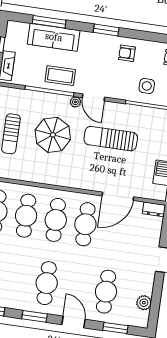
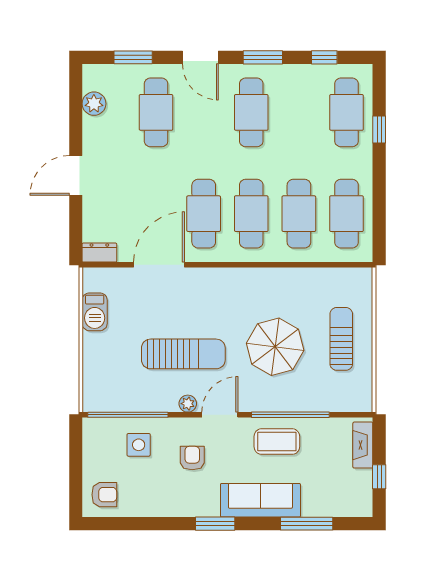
sofa: (54, 37) -> (260, 500), moved
armchair: (127, 53) -> (192, 458), moved, turned -90
door: (93, 97) -> (220, 415), hinge flipped
plant: (75, 102) -> (188, 404), moved

